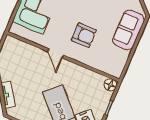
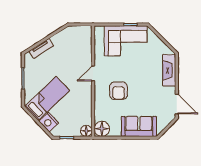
floor lamp: (115, 68) -> (102, 129), added

